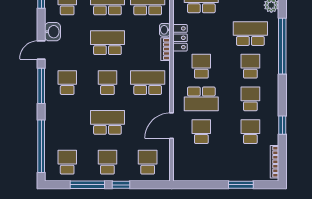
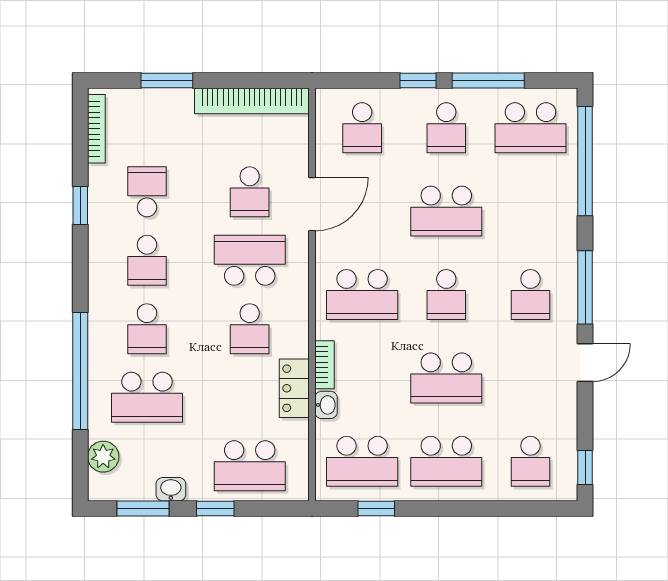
washbasin: (53, 32) -> (561, 401), removed
school desk: (250, 132) -> (147, 192), turned 180
school desk: (67, 162) -> (530, 128), width x1.85
bookcase: (200, 175) -> (252, 101), added

